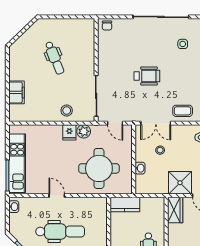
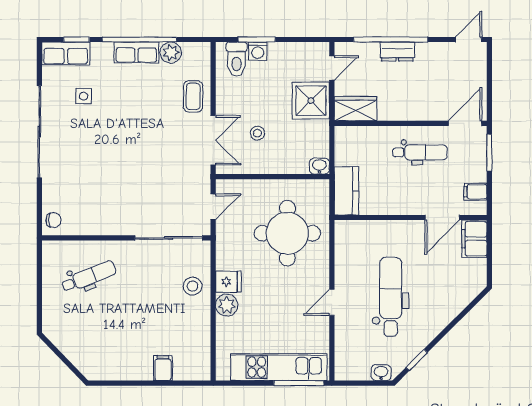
dental chair: (55, 58) -> (89, 277), moved
wheelchair: (147, 76) -> (136, 155), removed
filing cabinet: (17, 92) -> (163, 368), width x0.50
plant: (84, 131) -> (227, 305), moved
washbasin: (140, 168) -> (319, 166), moved
washbasin: (14, 207) -> (381, 373), moved

